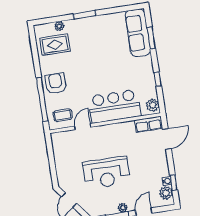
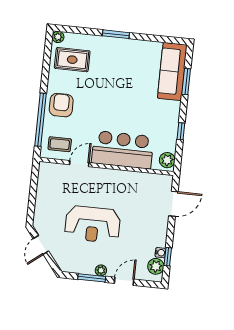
plant: (59, 26) -> (58, 37), moved
row of seats: (148, 124) -> (156, 181), removed

